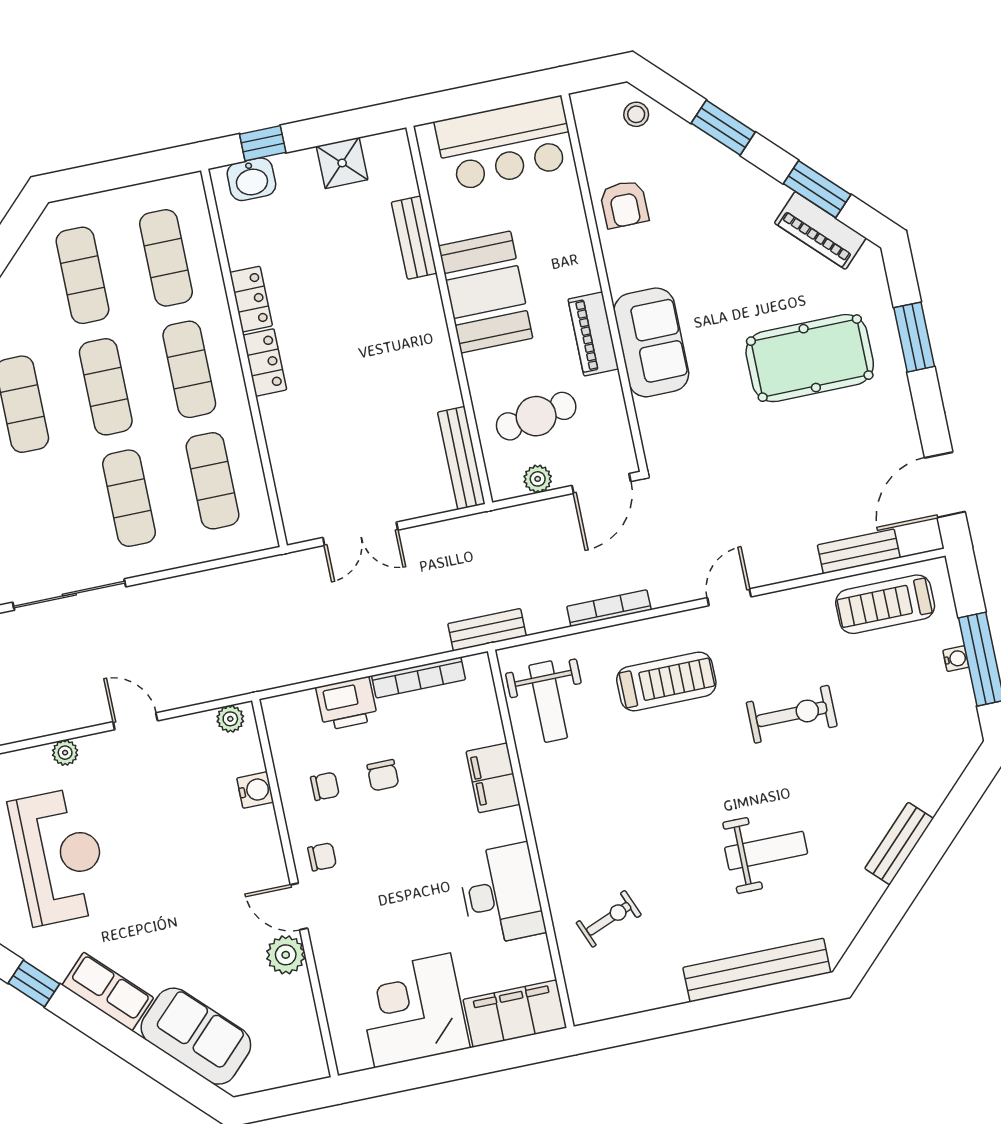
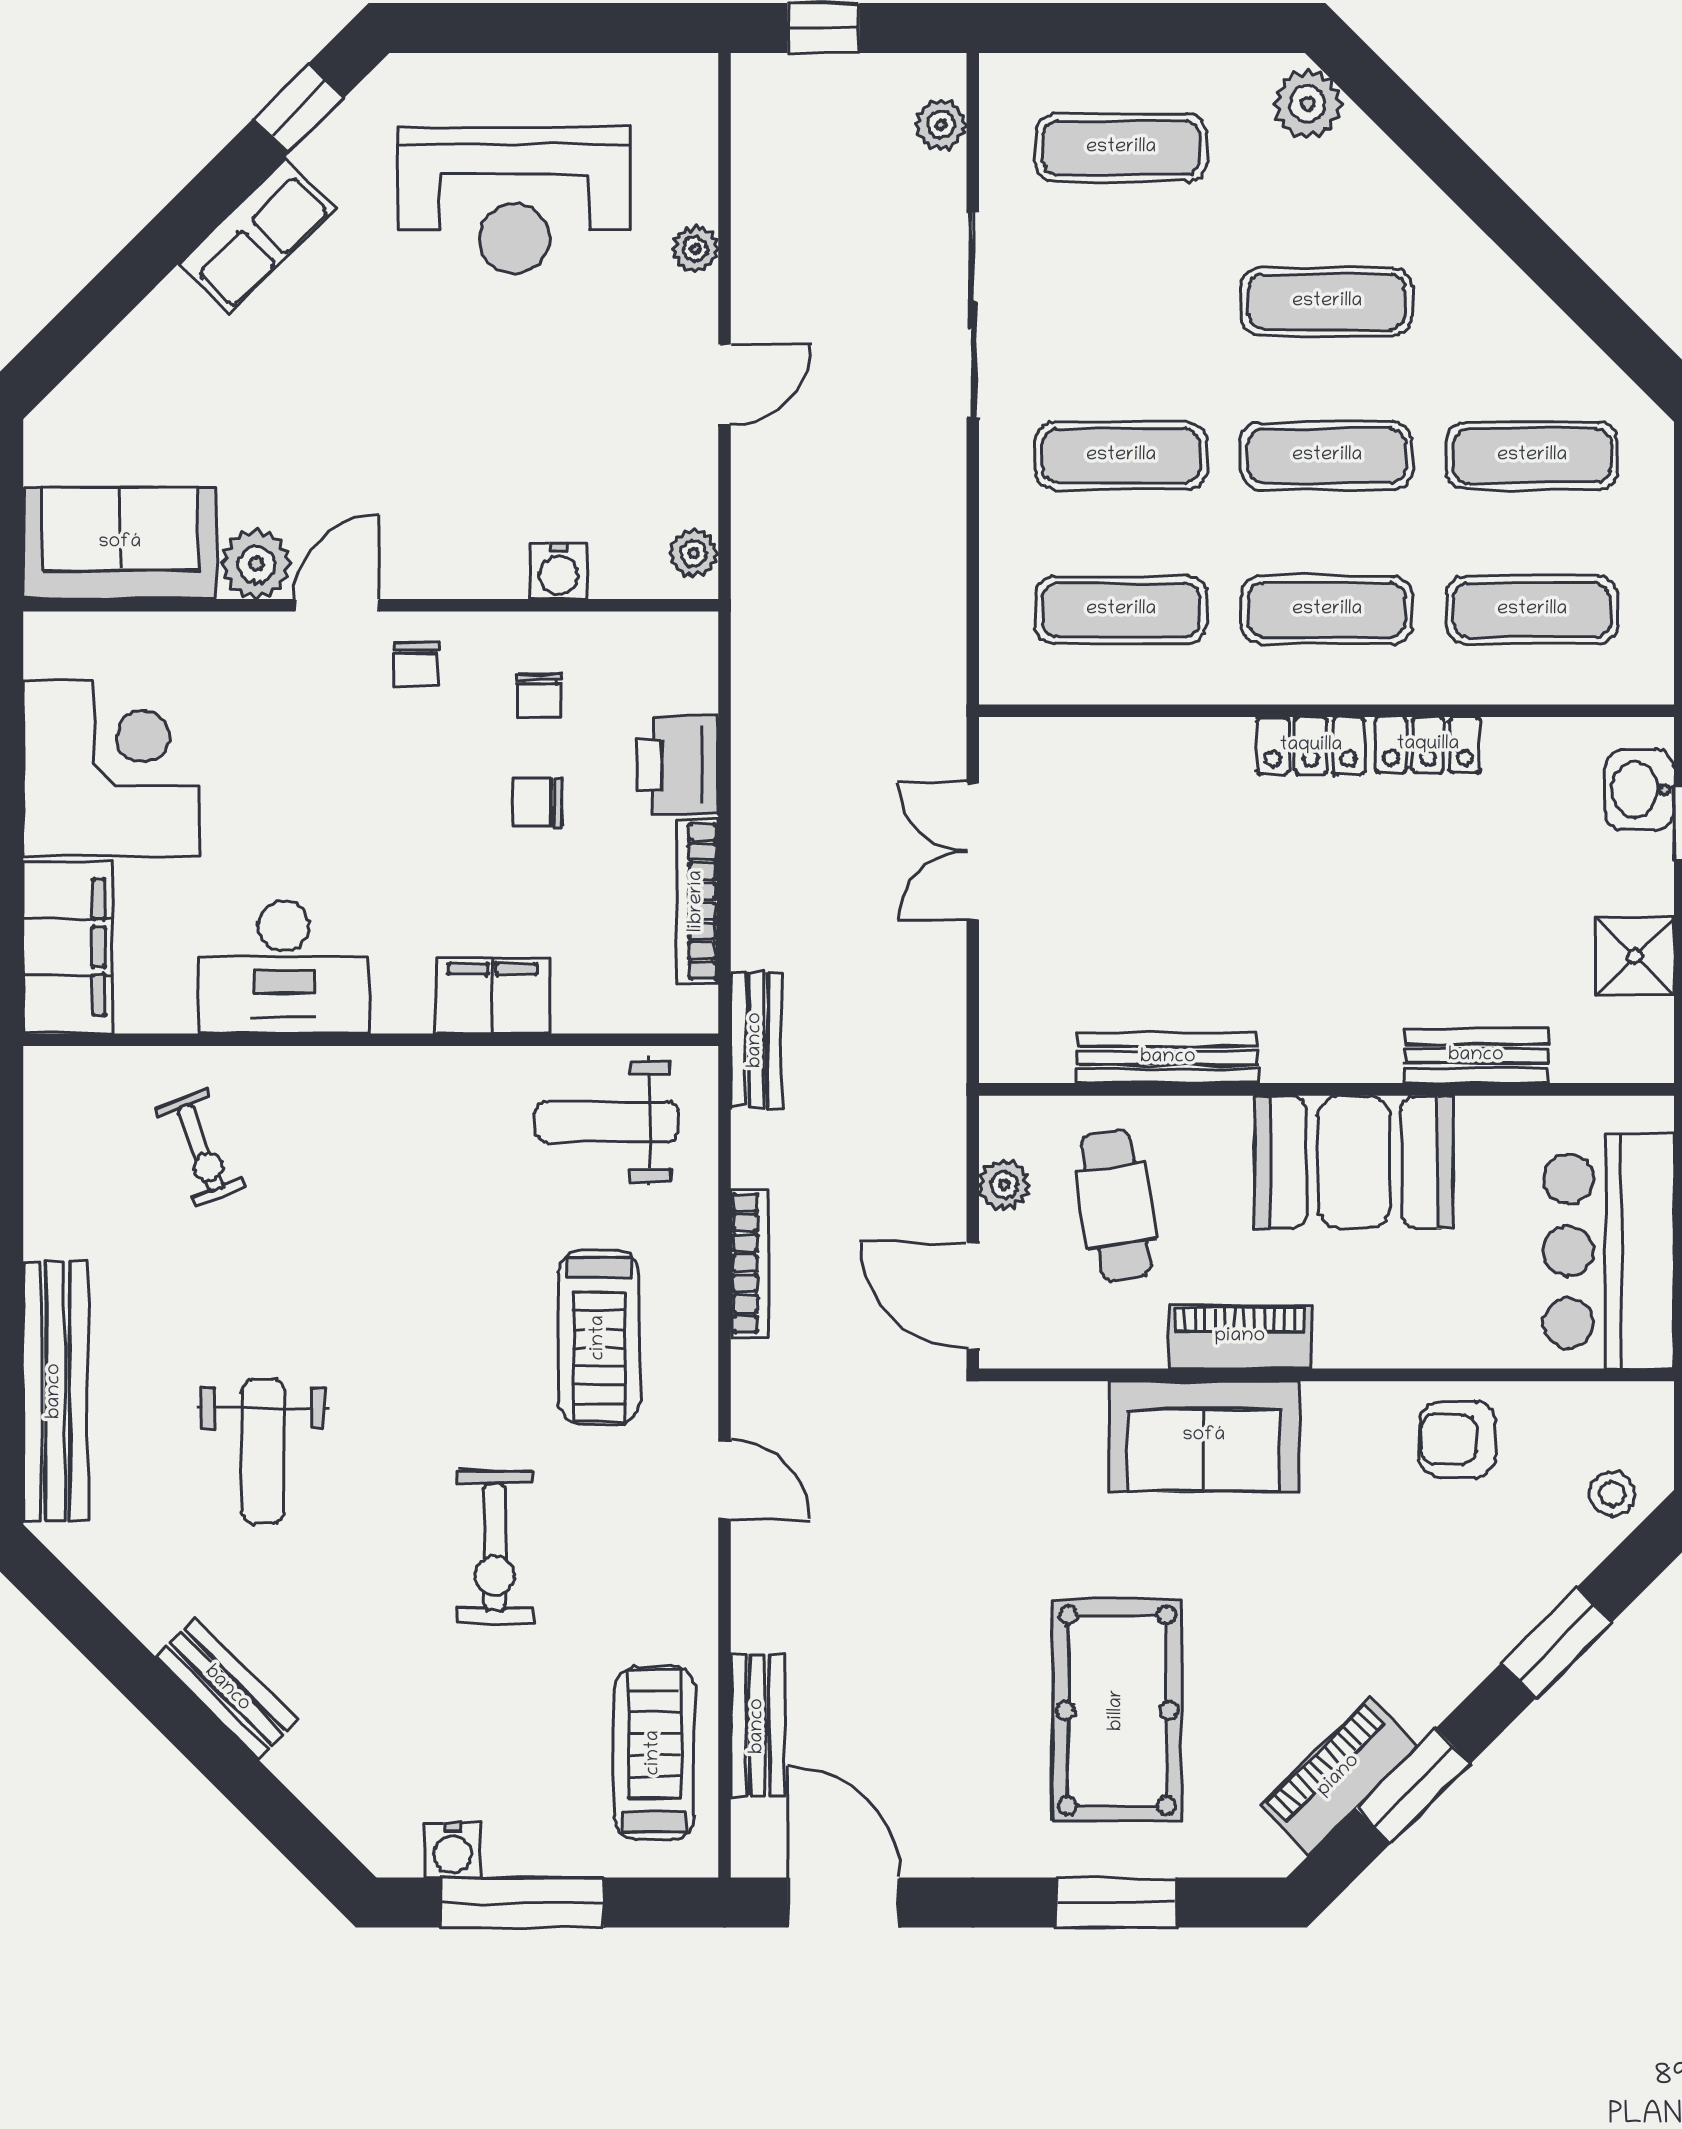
bench: (461, 458) -> (1168, 1058), moved
water cooler: (956, 659) -> (452, 1850), moved, width x1.38, depth x1.38
sofa: (196, 1036) -> (120, 543), moved, turned -135

